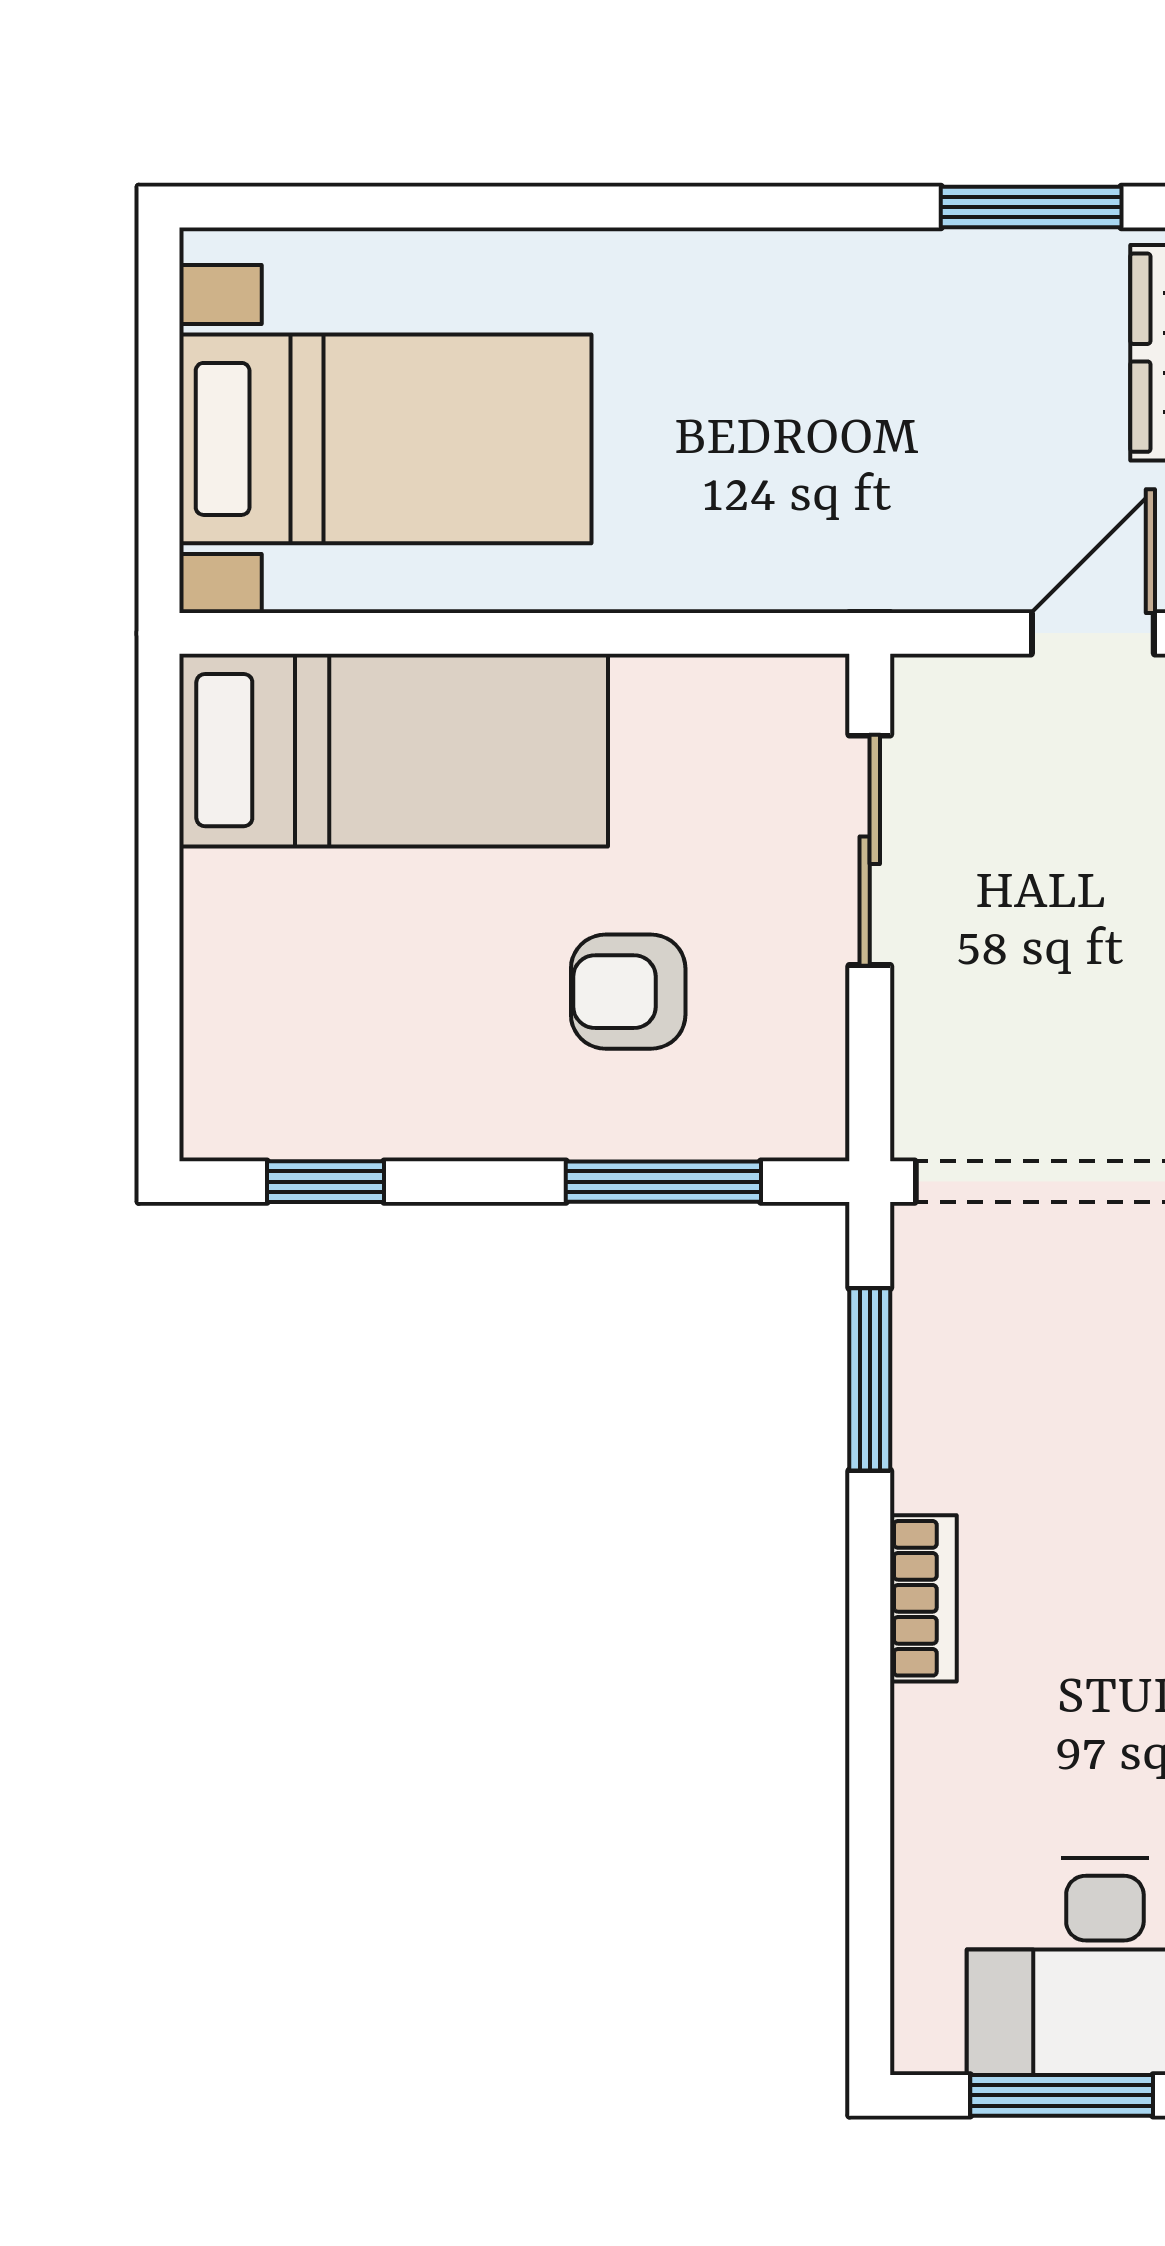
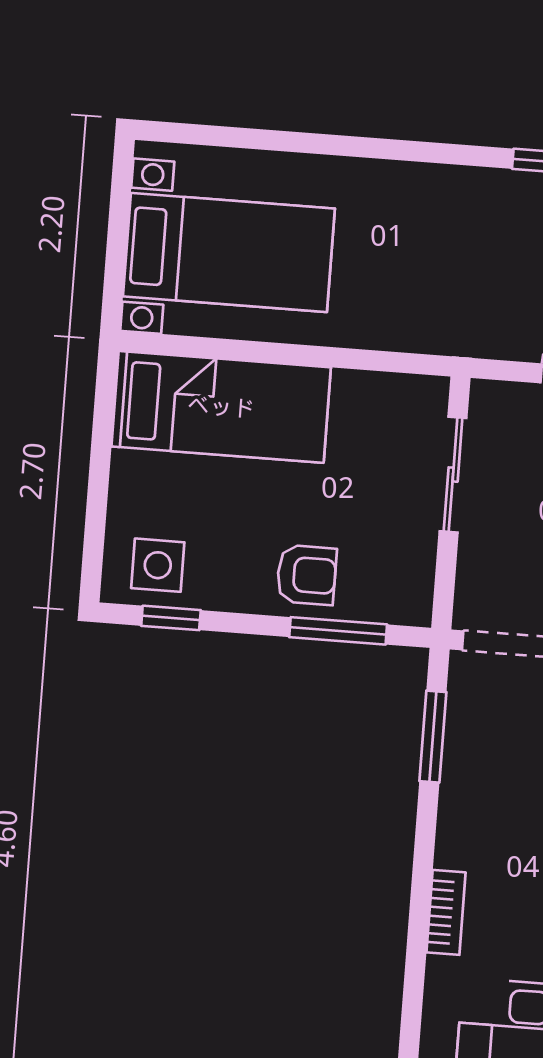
armchair: (628, 992) -> (307, 575), moved, turned 180
side table: (291, 1078) -> (158, 565), added
bookcase: (923, 1598) -> (446, 912), moved

